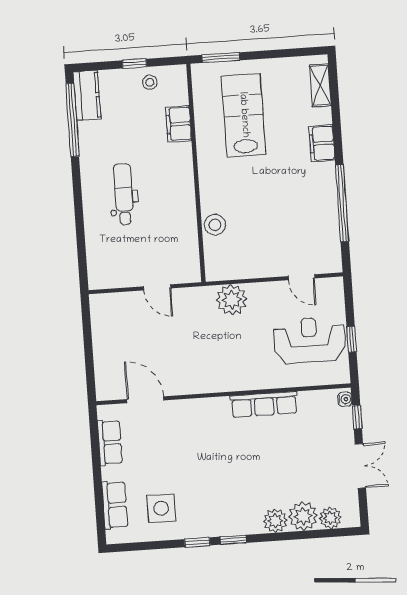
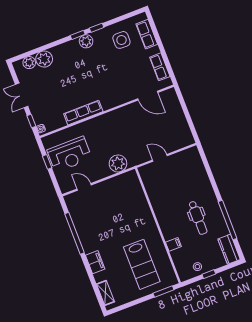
window: (72, 120) -> (228, 220), moved
filing cabinet: (179, 124) -> (173, 244), width x0.50
dental chair: (124, 194) -> (198, 218), moved
stool: (215, 225) -> (139, 201), removed
plant: (275, 521) -> (86, 41), moved

